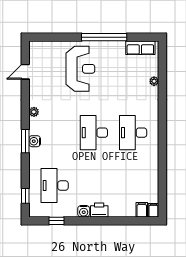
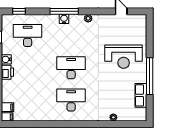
row of seats: (140, 48) -> (141, 95), moved
window: (25, 141) -> (64, 11), width x1.44

